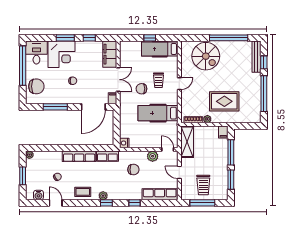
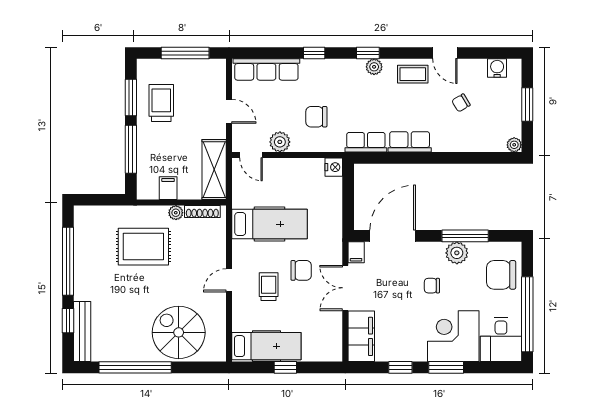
plant: (60, 98) -> (457, 253), added
filing cabinet: (223, 132) -> (168, 188), moved
row of seats: (79, 156) -> (410, 142), width x0.68
trolley: (203, 185) -> (161, 103), moved
door: (56, 203) -> (445, 53), moved

